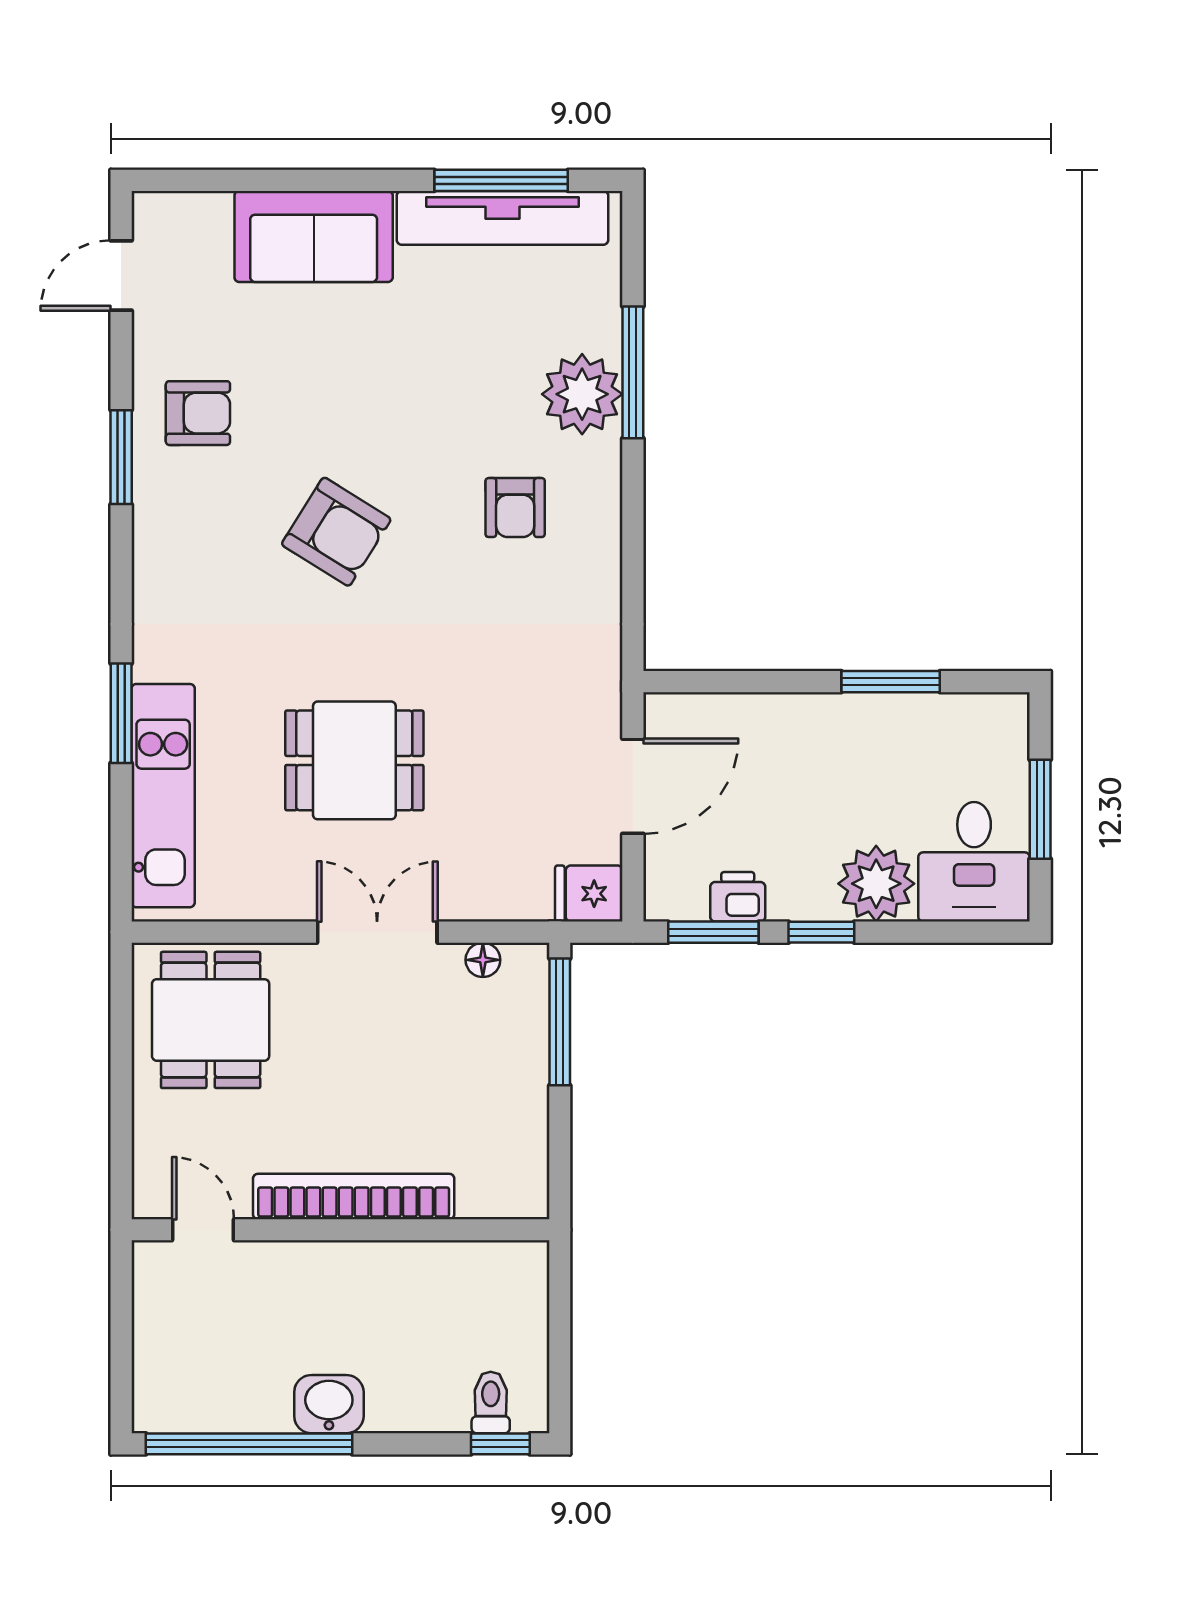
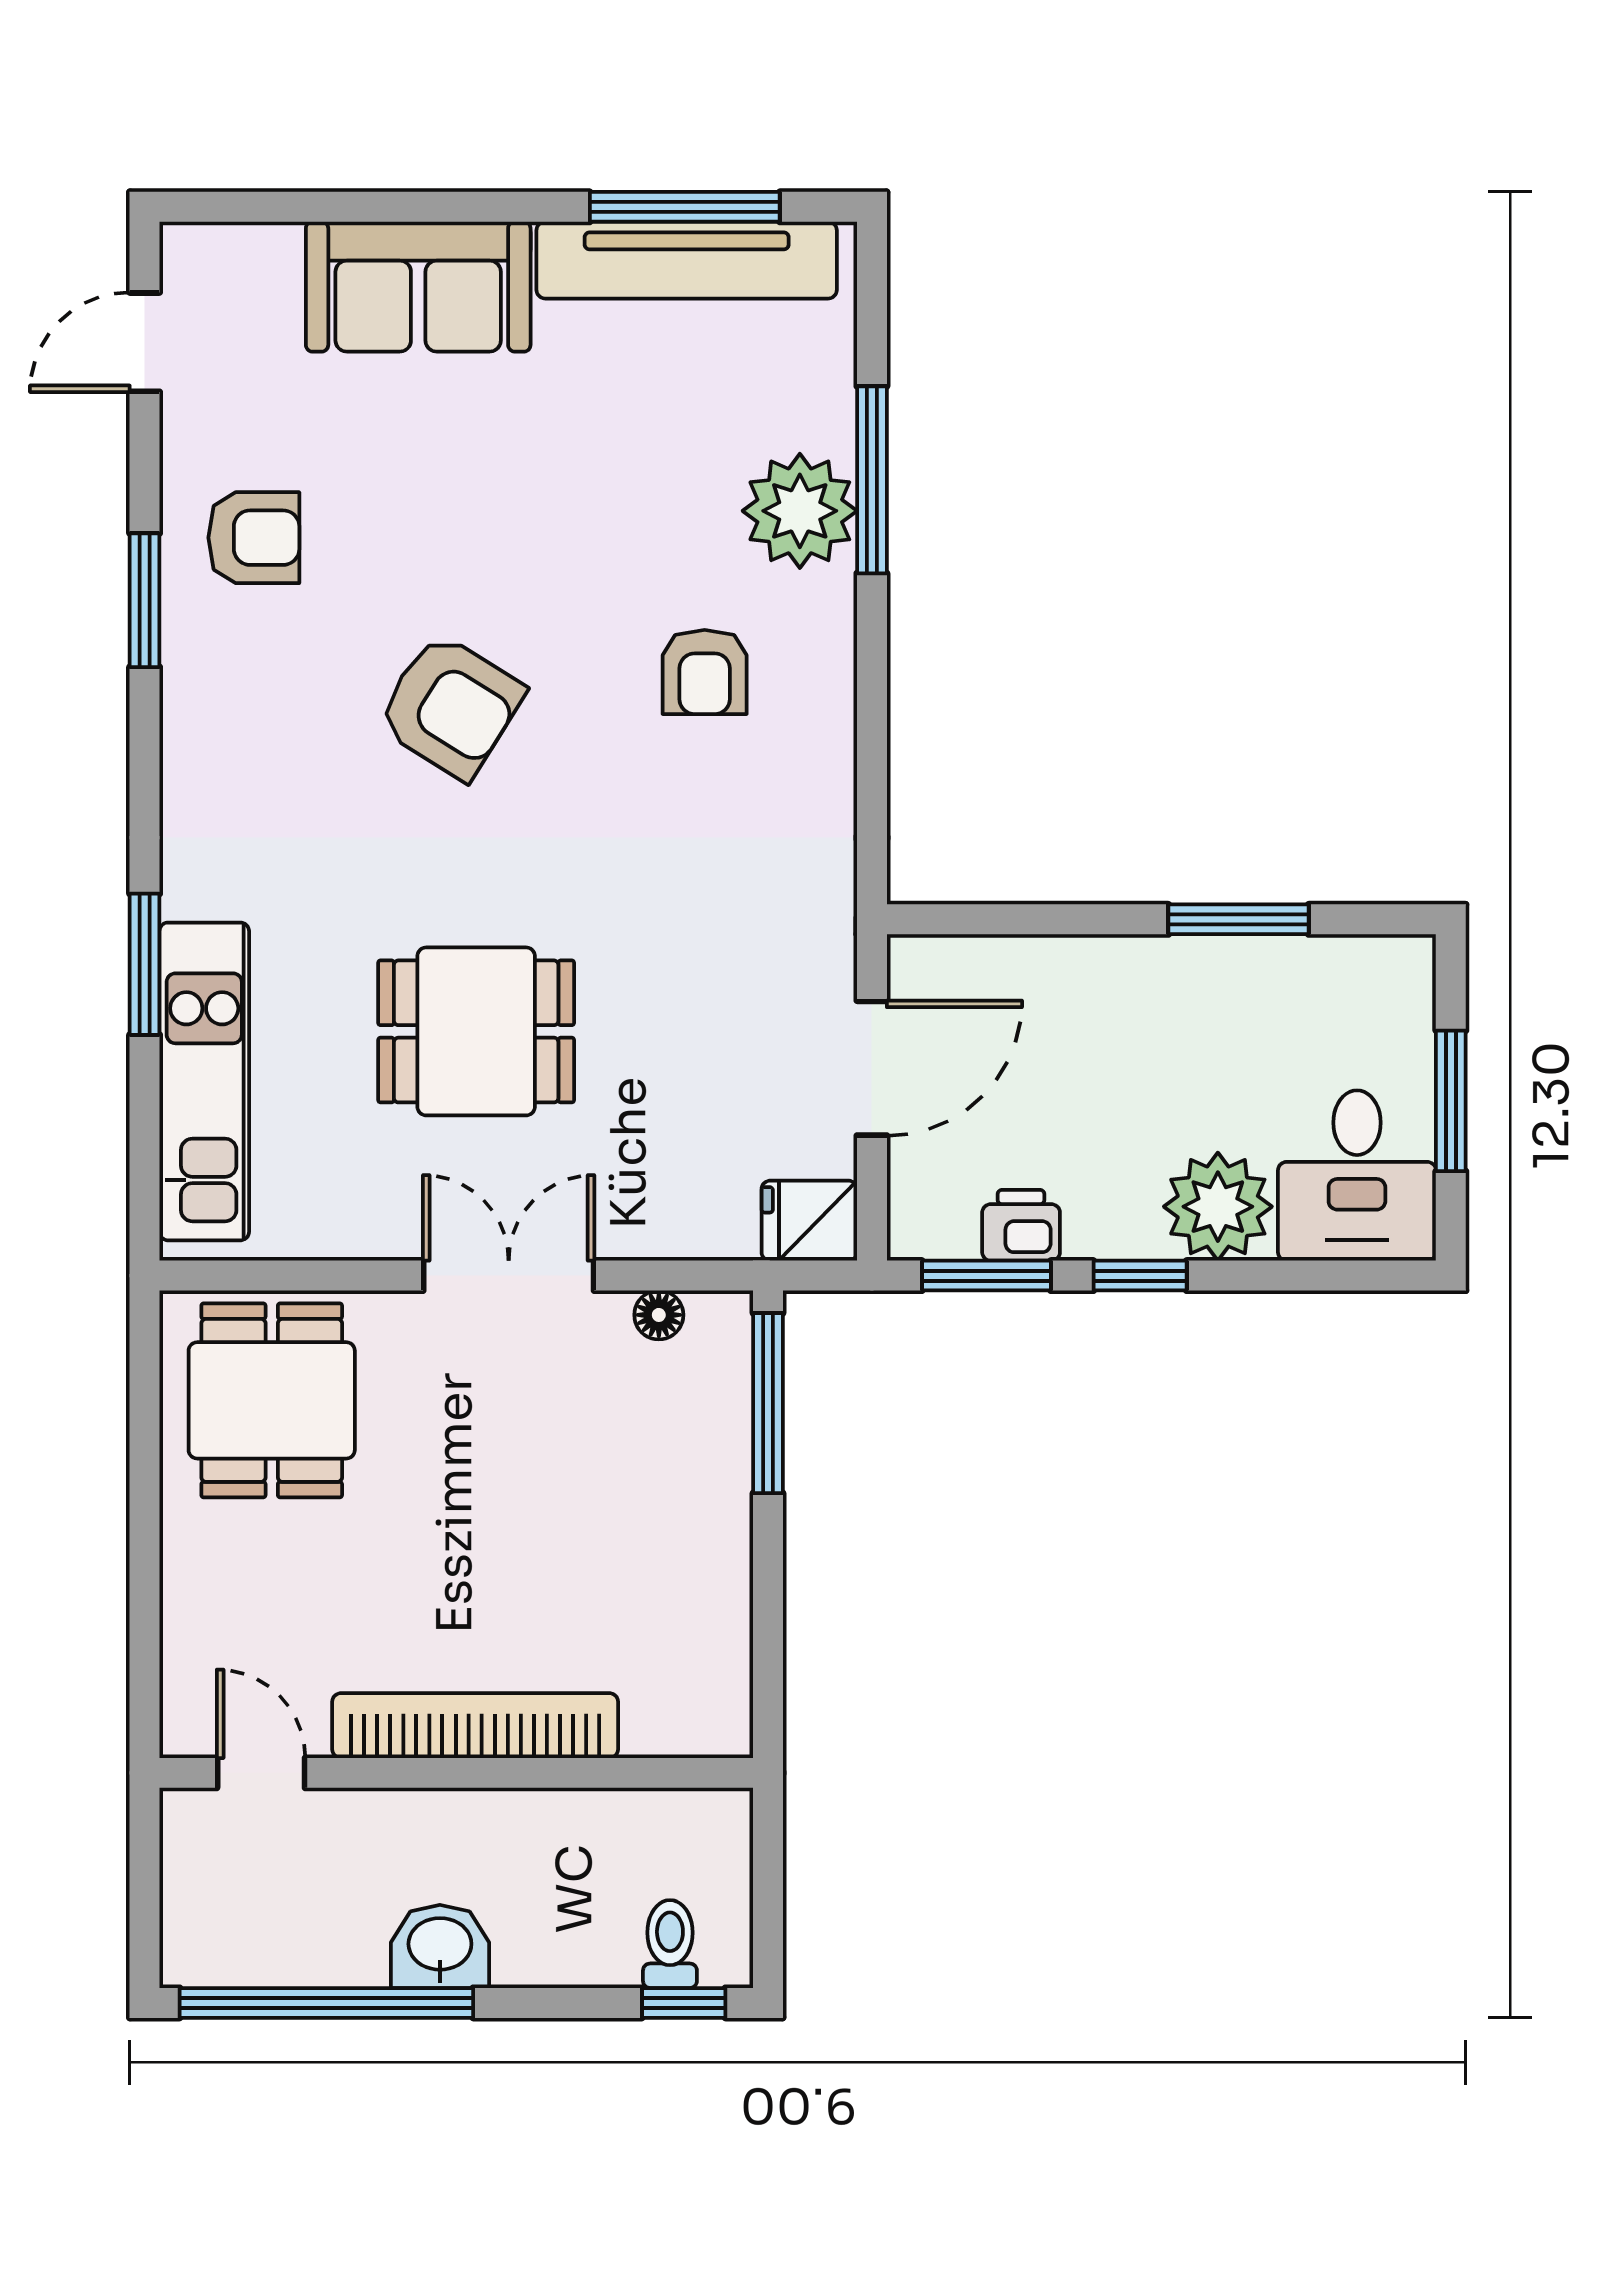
bookcase: (354, 1197) -> (475, 1726), moved
door: (203, 1230) -> (261, 1773), moved
wall: (340, 1230) -> (456, 1773), moved

